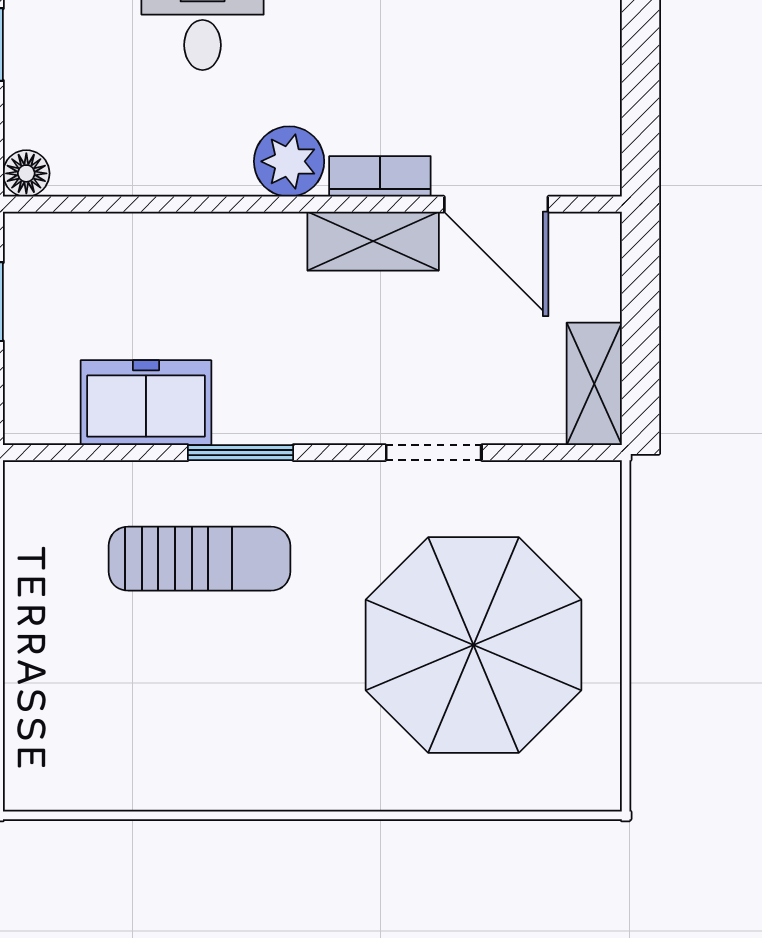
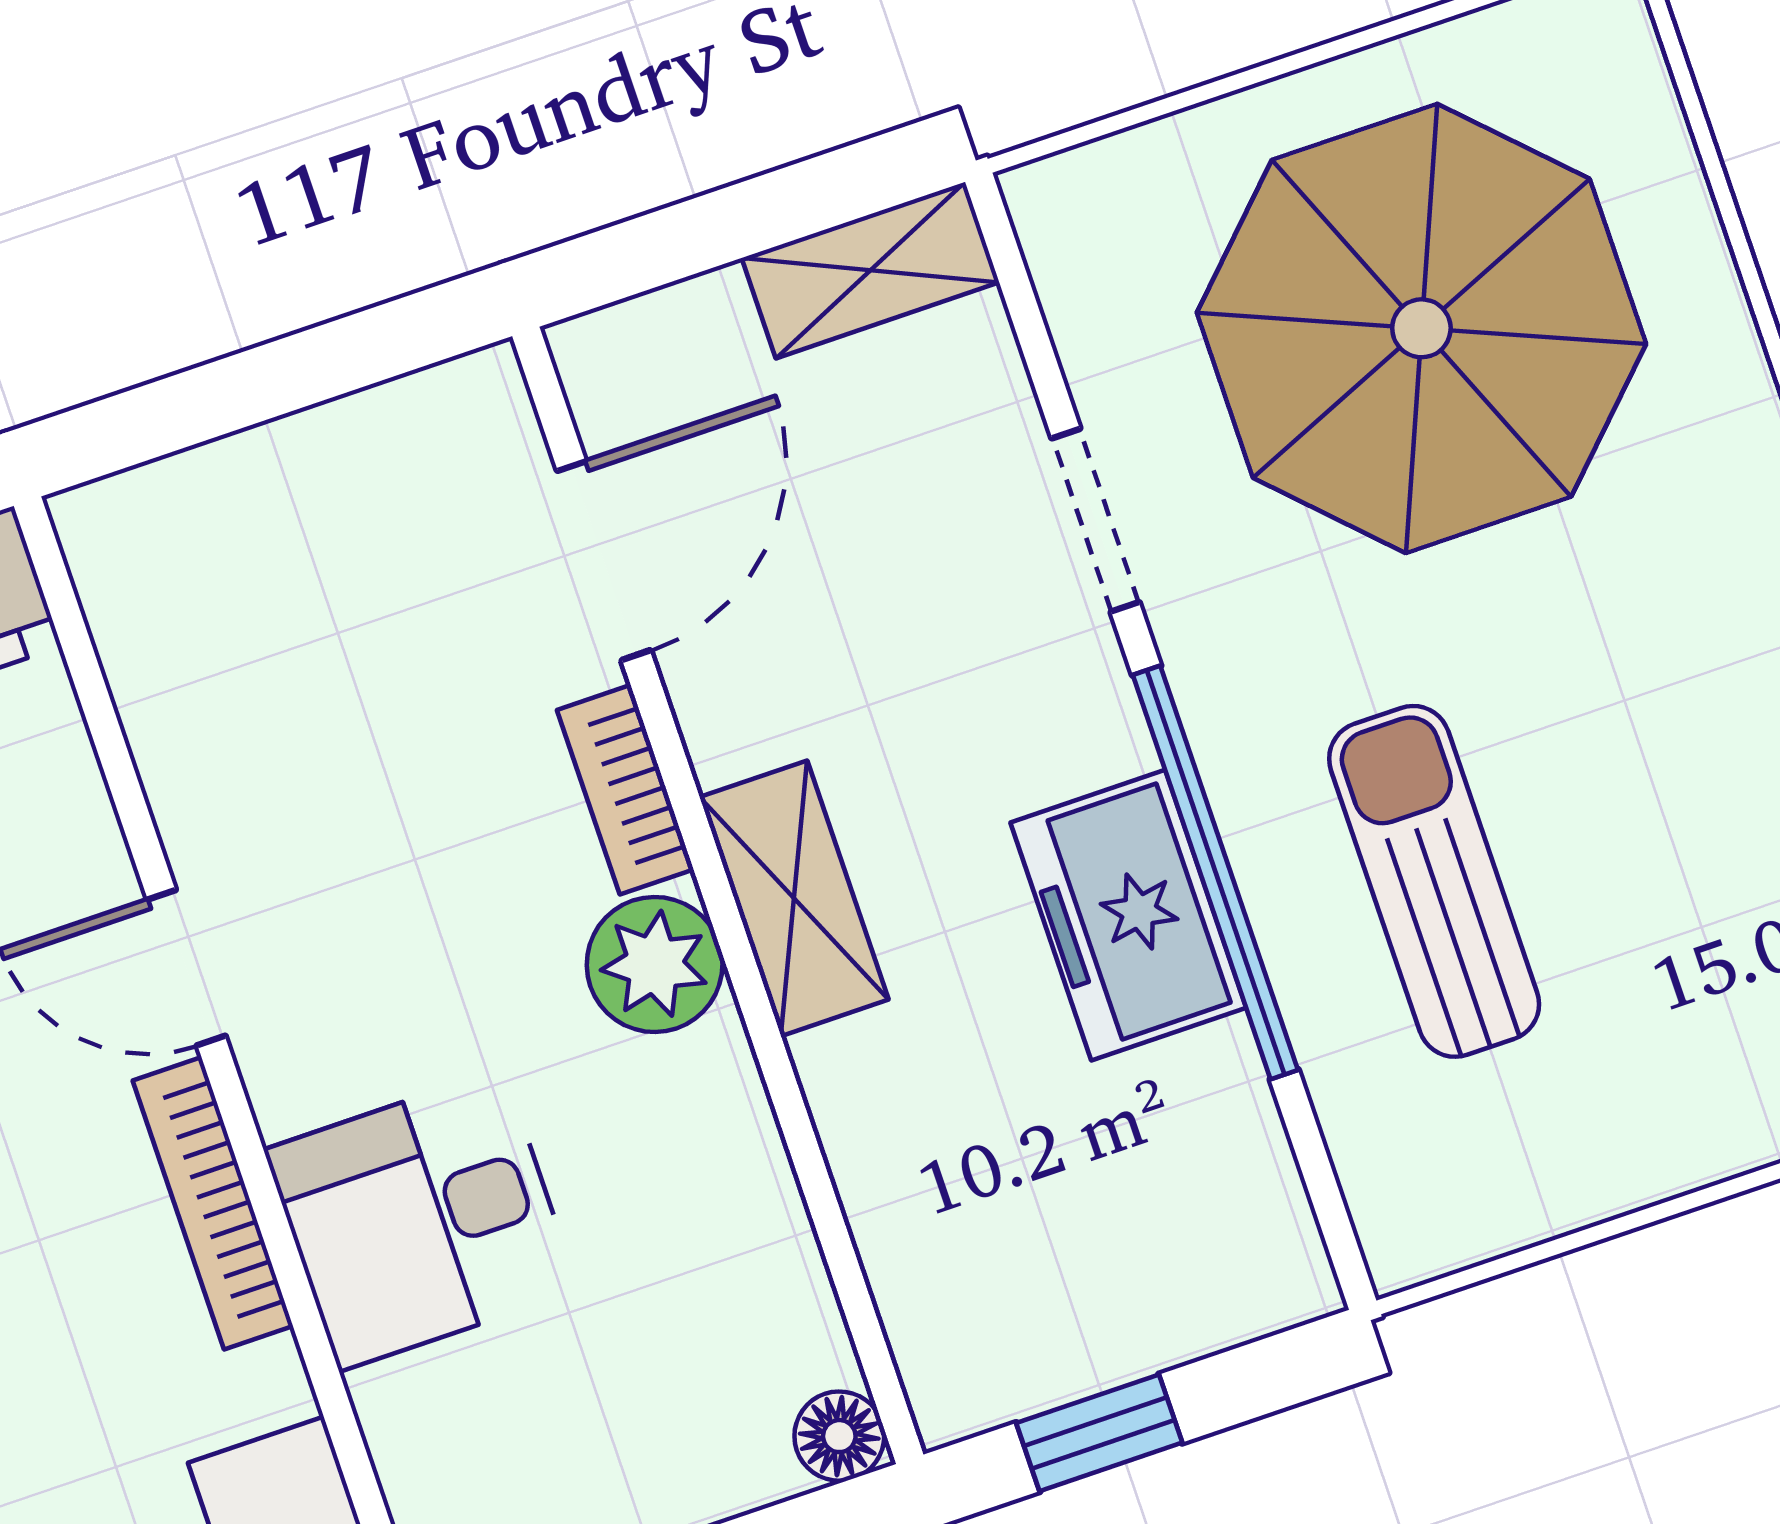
shelving: (373, 241) -> (794, 898), moved
freezer: (146, 403) -> (1128, 915), moved
window: (240, 453) -> (1215, 872), width x2.11

